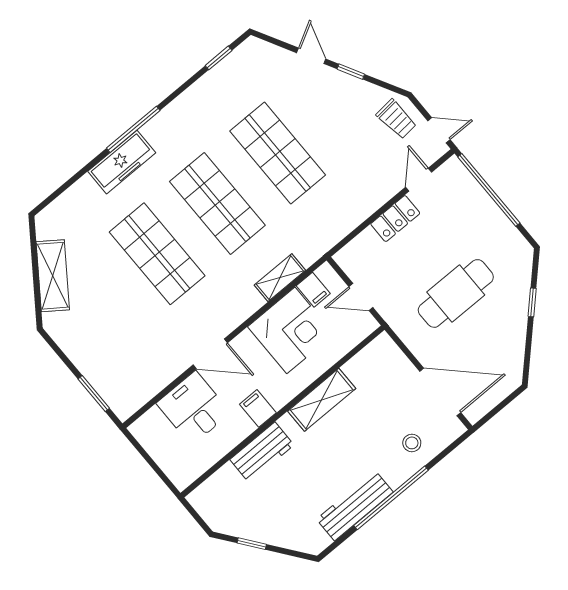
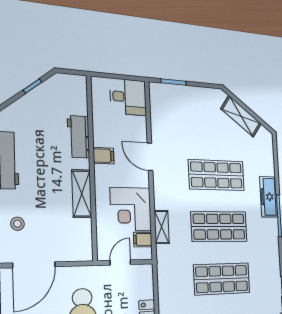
door: (210, 354) -> (150, 157), hinge flipped
desk: (194, 408) -> (128, 97), moved

